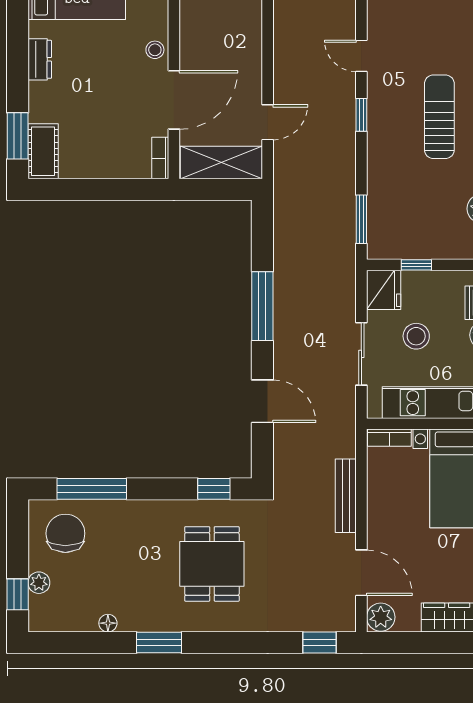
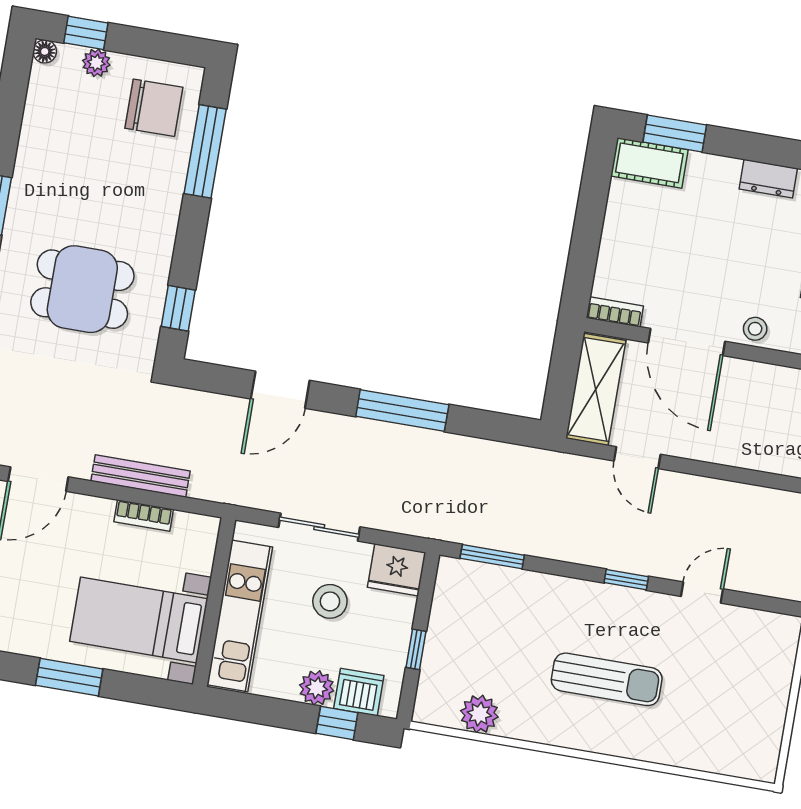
window: (416, 265) -> (416, 649), moved
bookcase: (389, 438) -> (144, 515), moved, turned -90
floor lamp: (108, 623) -> (45, 51), moved

